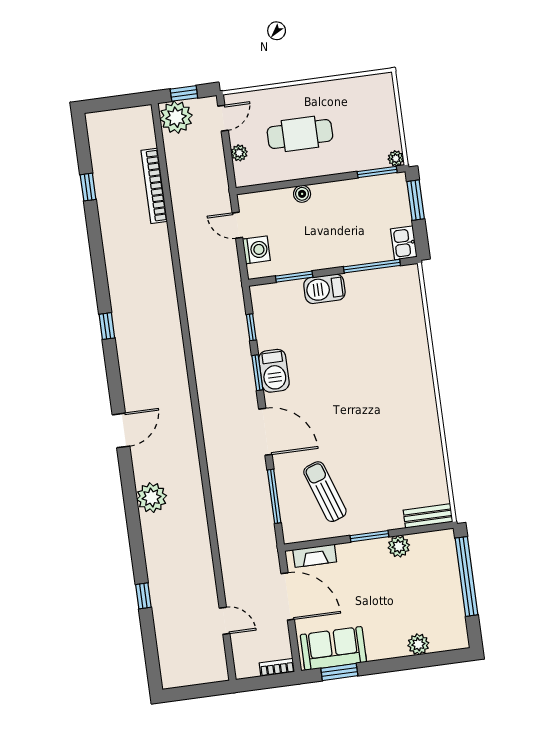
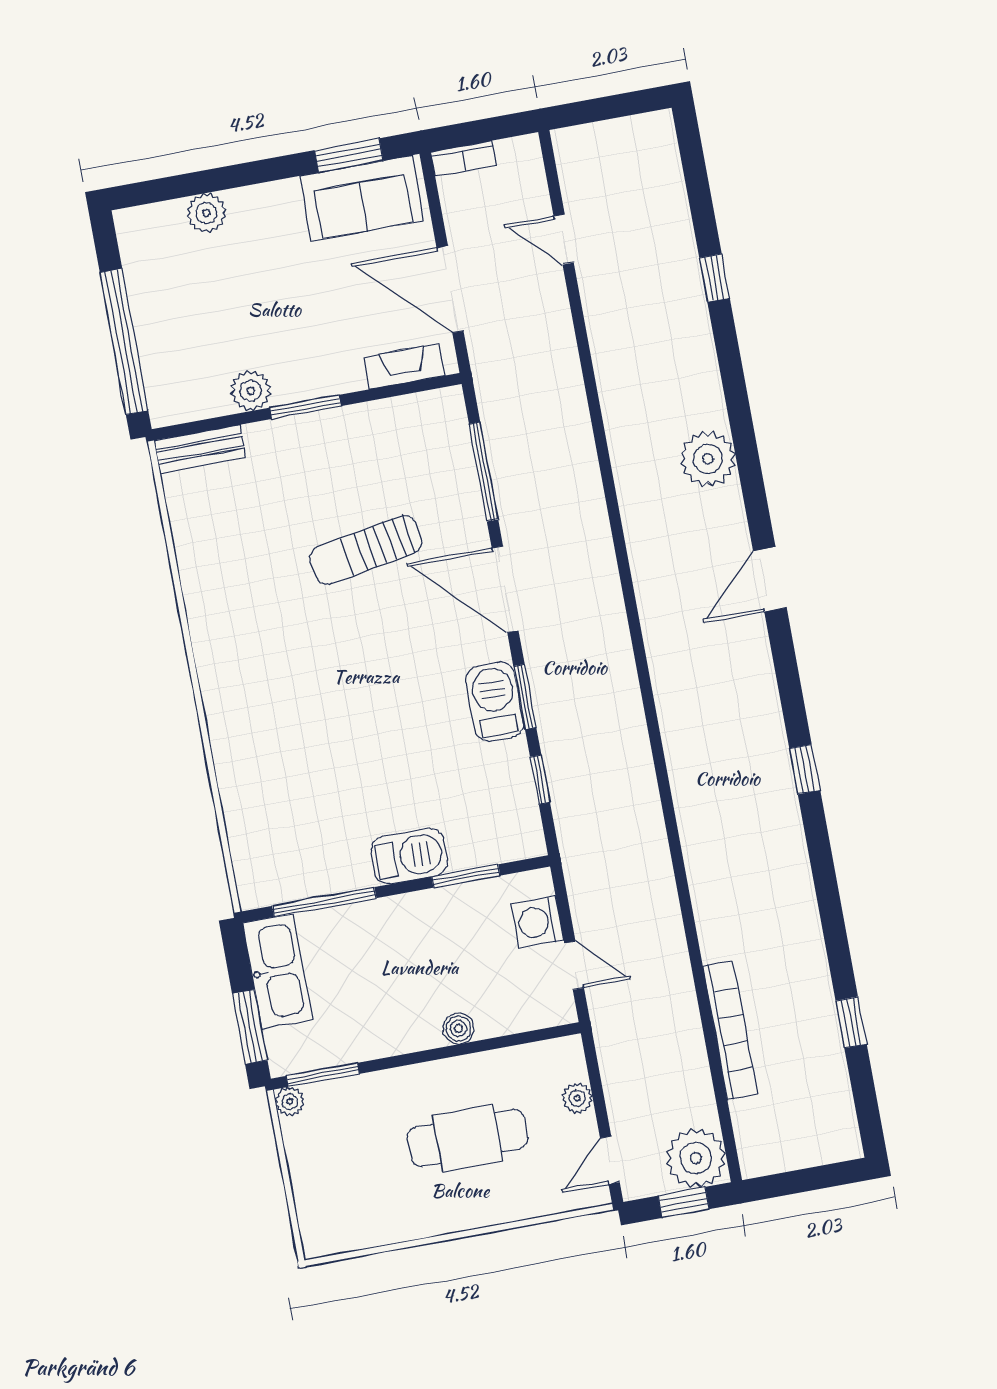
kitchen sink: (404, 243) -> (277, 971), width x1.87, depth x1.24
sun lounger: (325, 492) -> (366, 550), moved, turned 99

